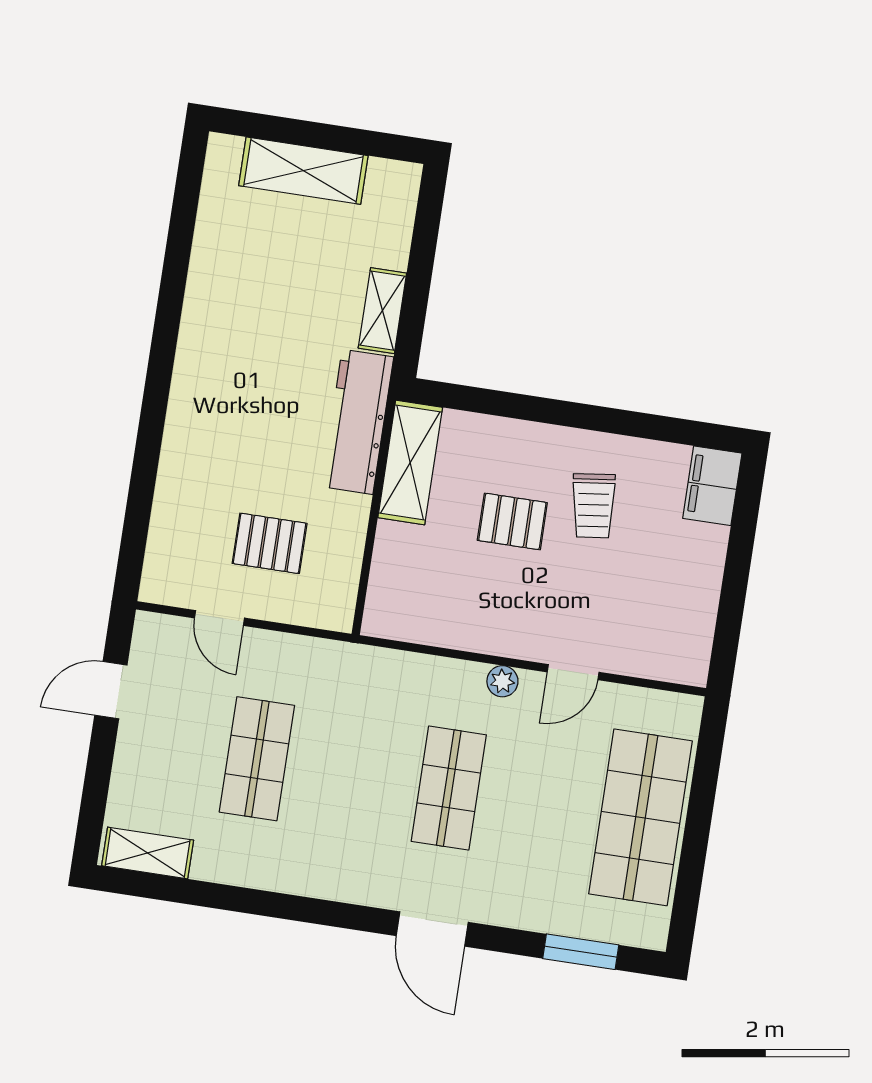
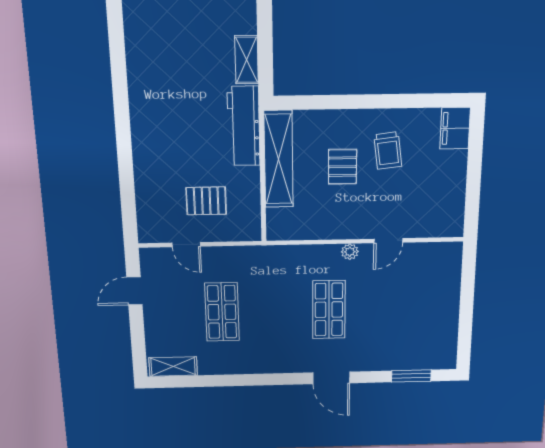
shelving: (410, 462) -> (279, 159), width x1.47
pallet: (512, 521) -> (342, 167), turned 90
shop shelf: (641, 817) -> (435, 307), removed

